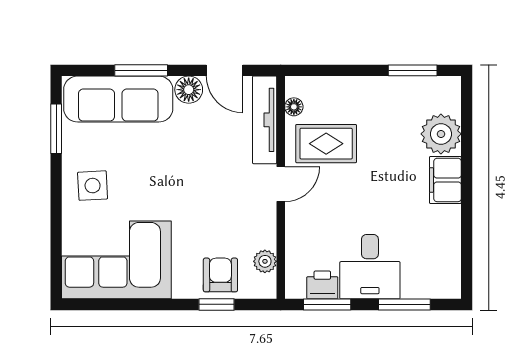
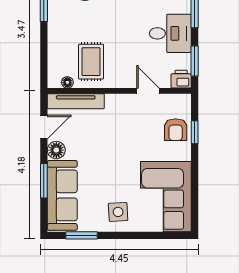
door: (281, 184) -> (148, 91), moved
plant: (265, 261) -> (167, 101), removed
armchair: (220, 275) -> (176, 130), turned -90
printer: (322, 285) -> (181, 79), moved, turned 90

